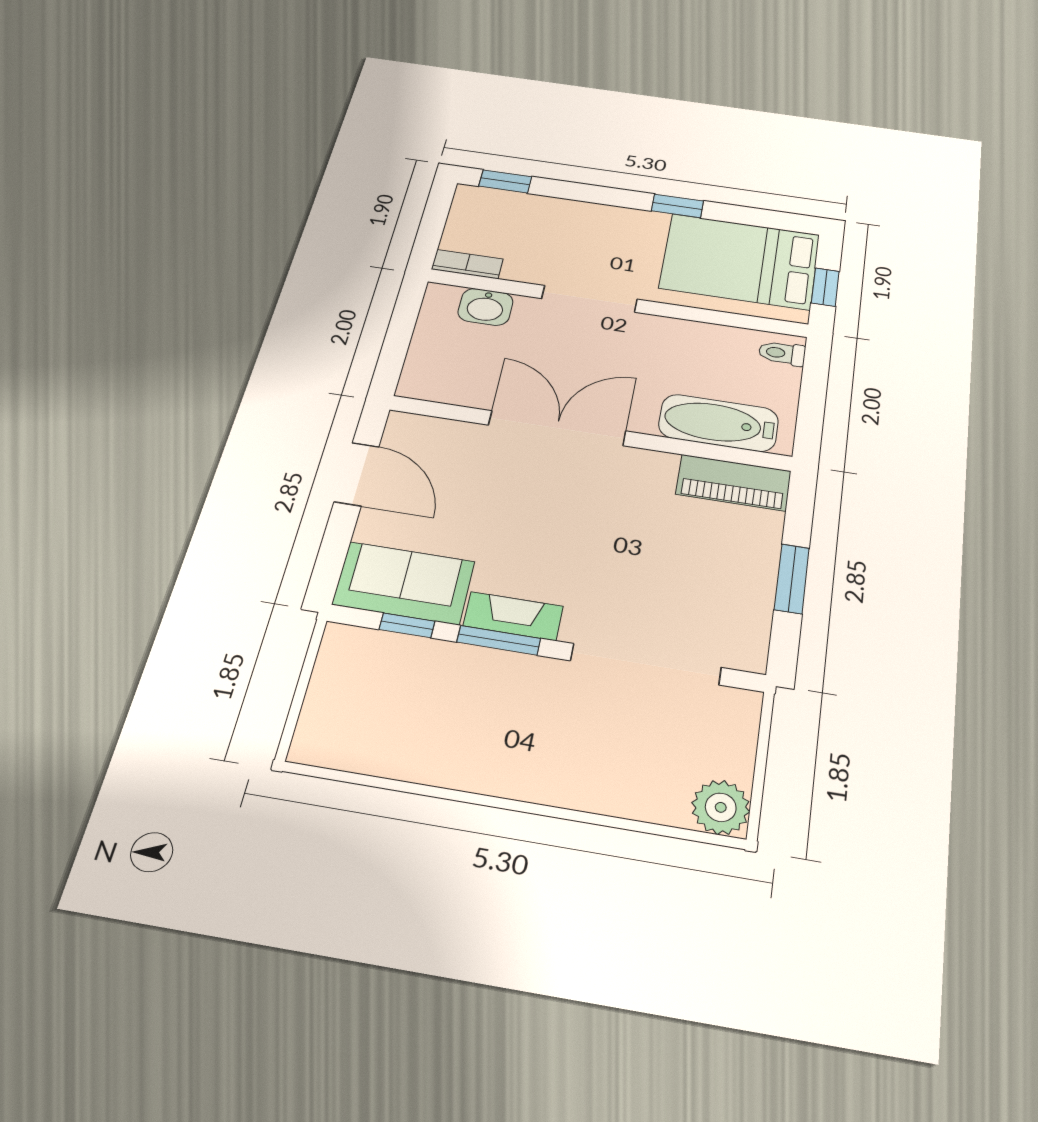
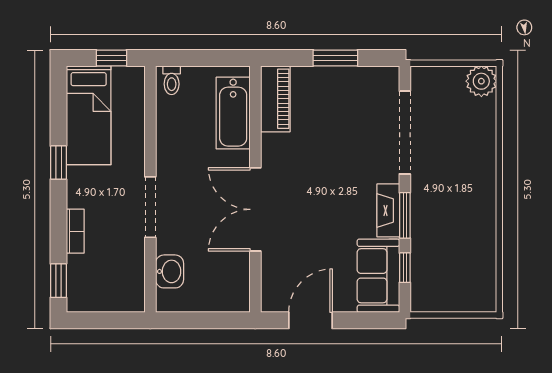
bed: (740, 261) -> (89, 115), width x0.67
bookcase: (467, 264) -> (75, 231), moved, turned 180

